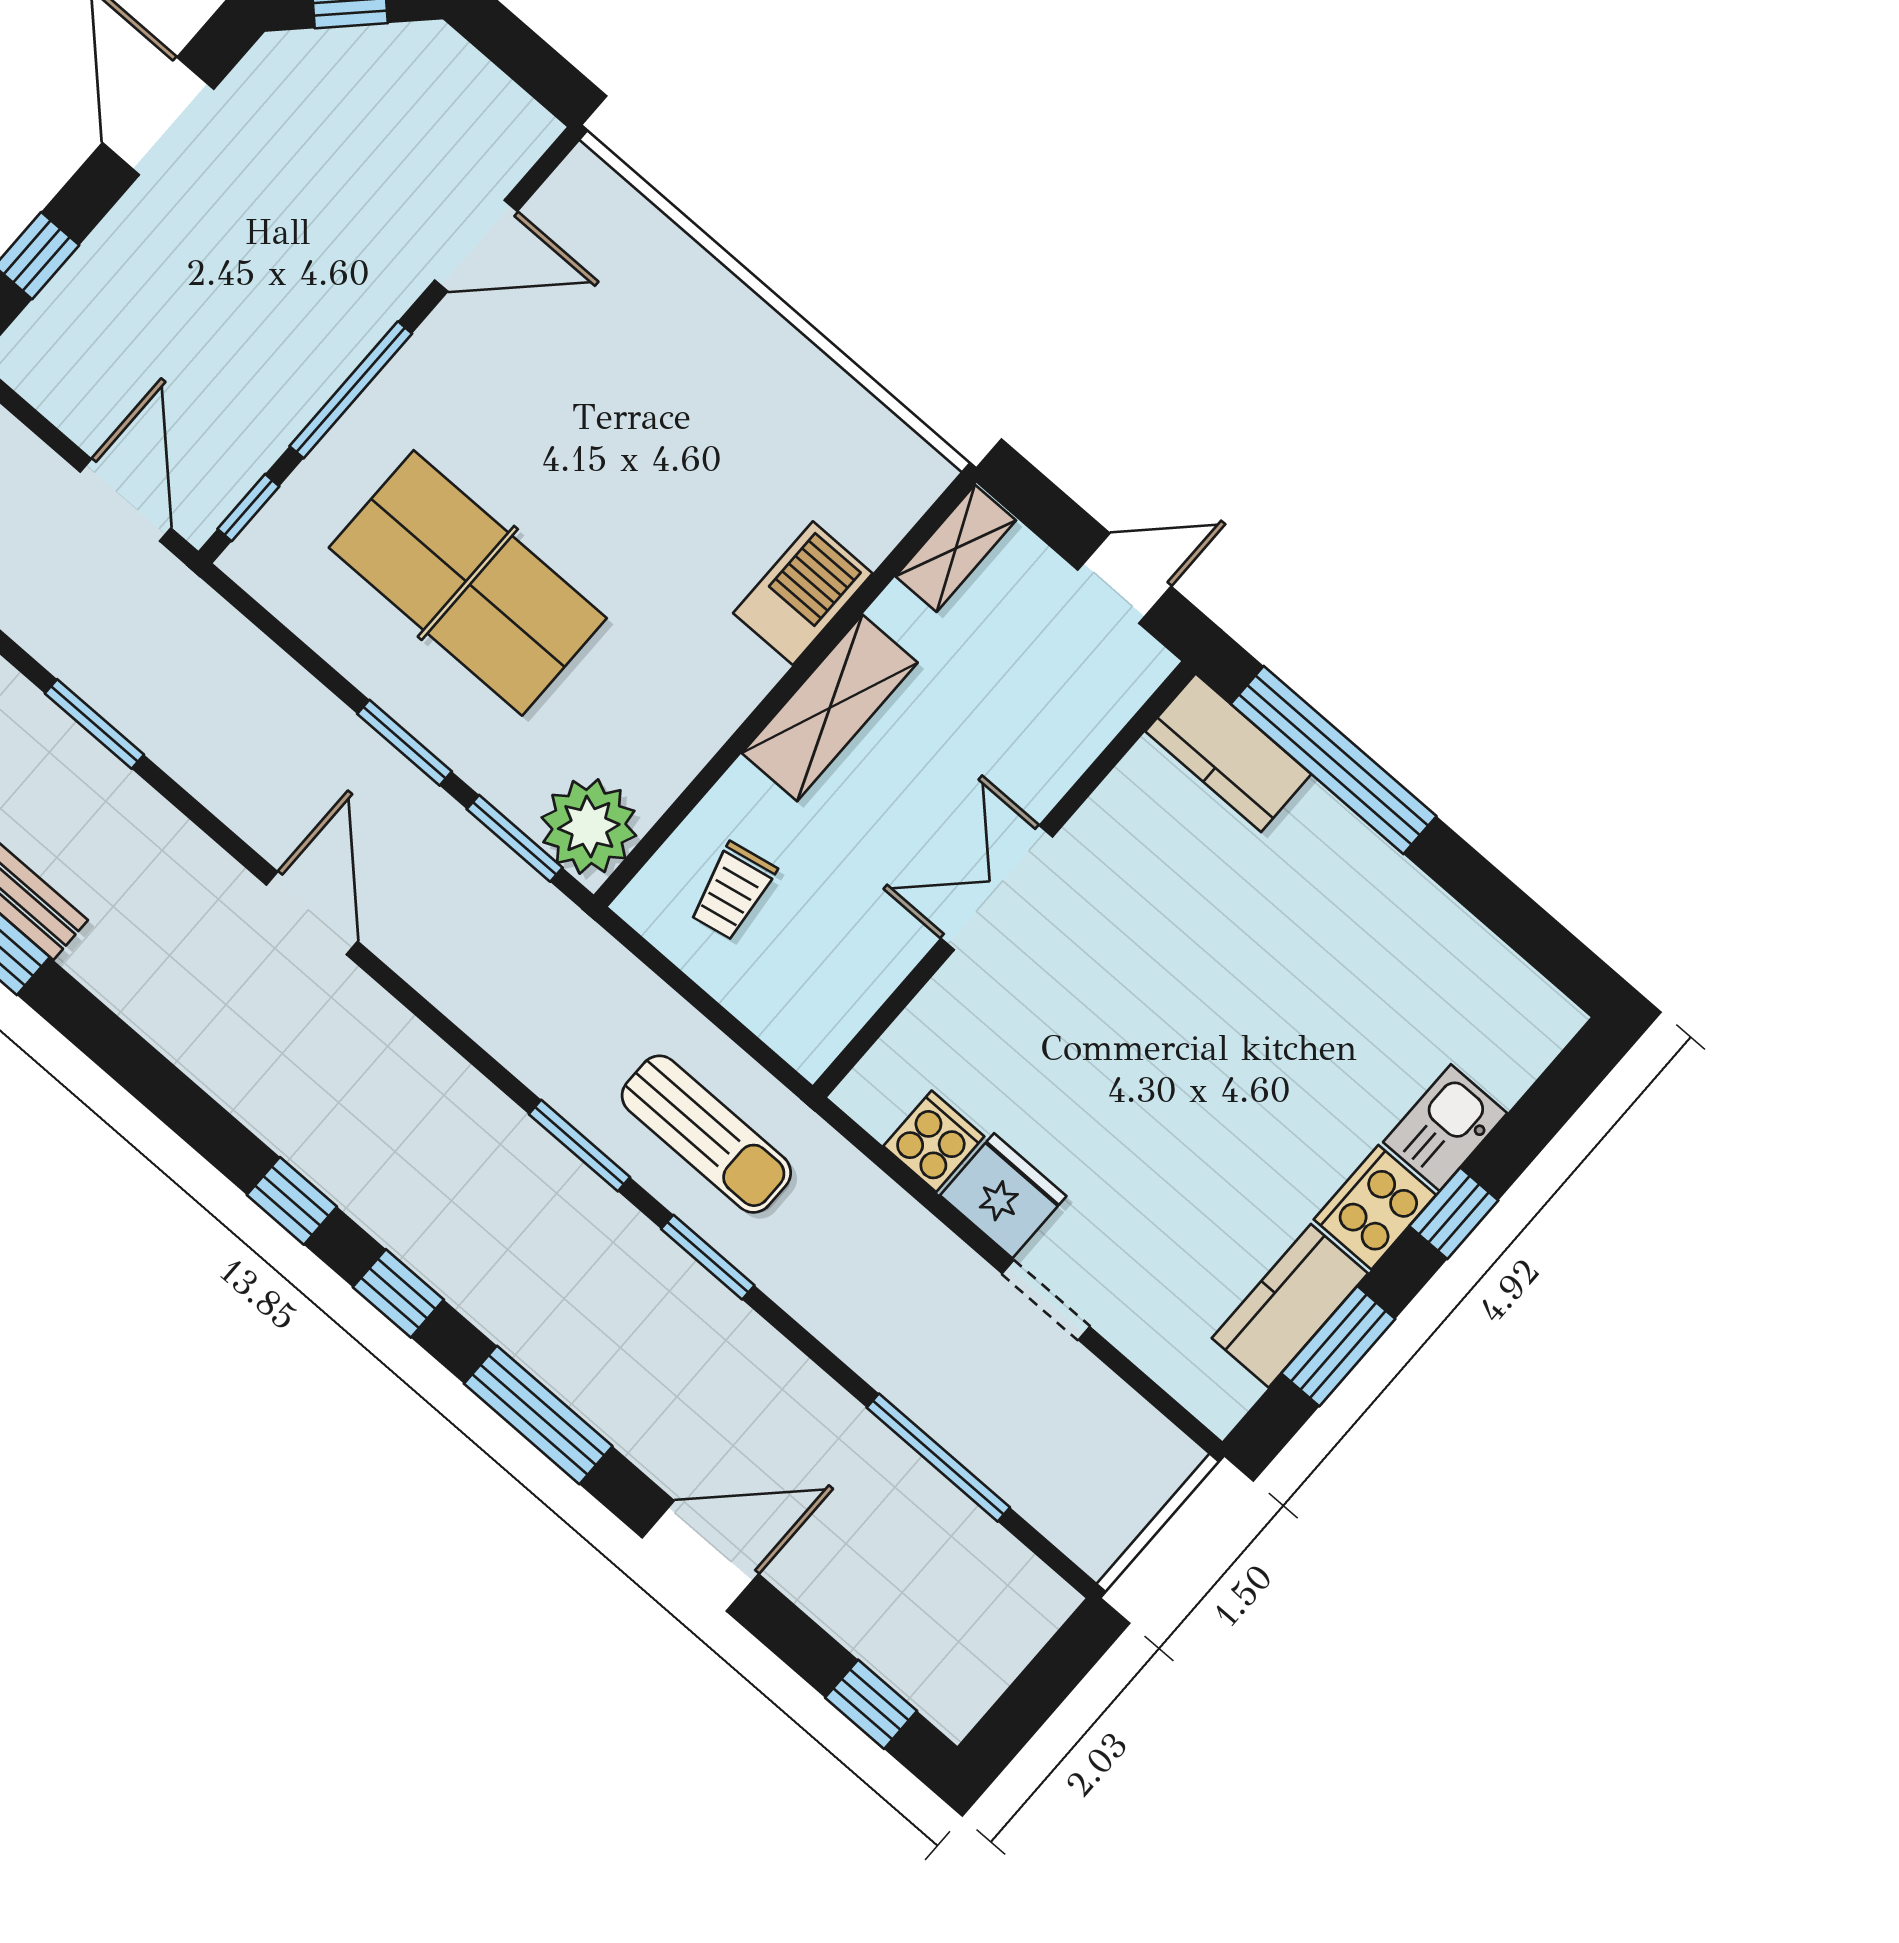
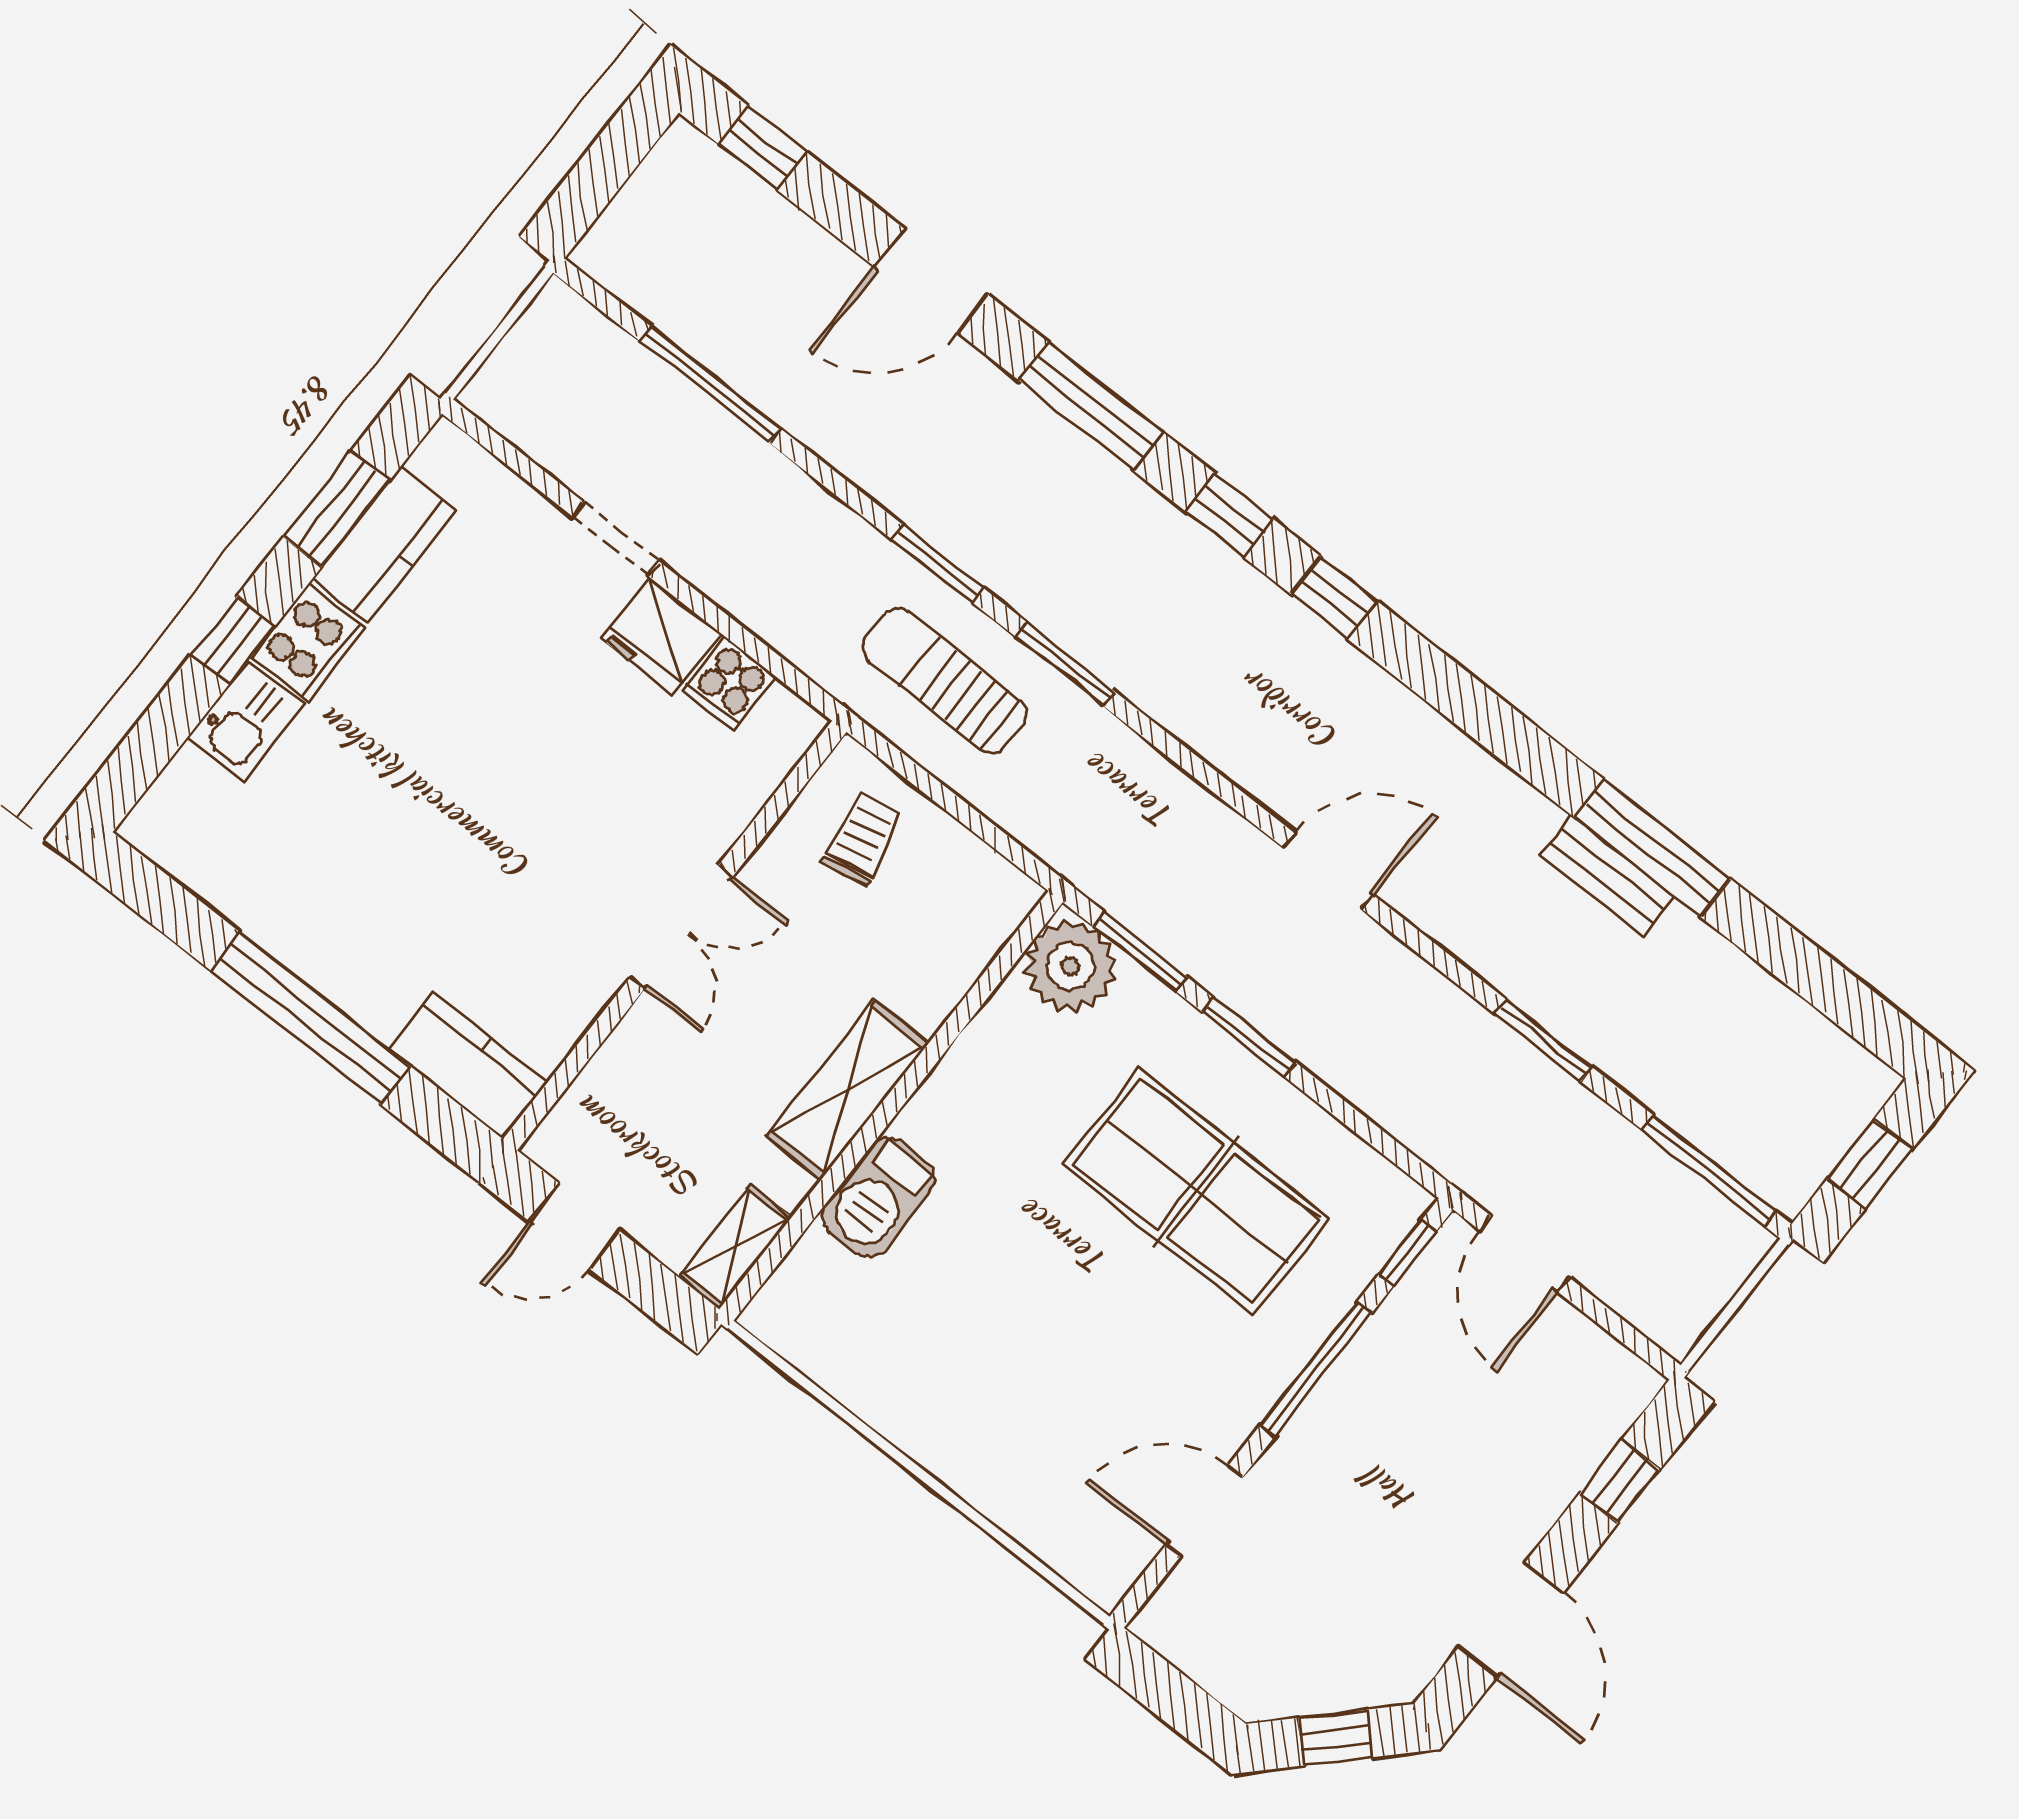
window: (1334, 760) -> (310, 1018), moved
trolley: (733, 891) -> (862, 839), moved
door: (312, 913) -> (1329, 871), swing flipped

